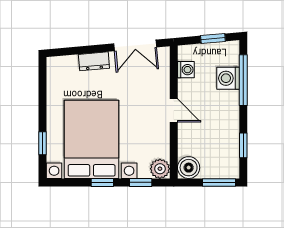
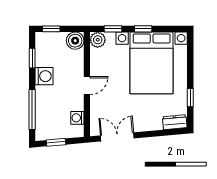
dresser: (94, 61) -> (175, 122), moved
washing machine: (228, 78) -> (44, 76), moved
door: (174, 110) -> (87, 86), swing flipped
window: (43, 143) -> (190, 98), moved
window: (219, 182) -> (51, 29), width x0.67

